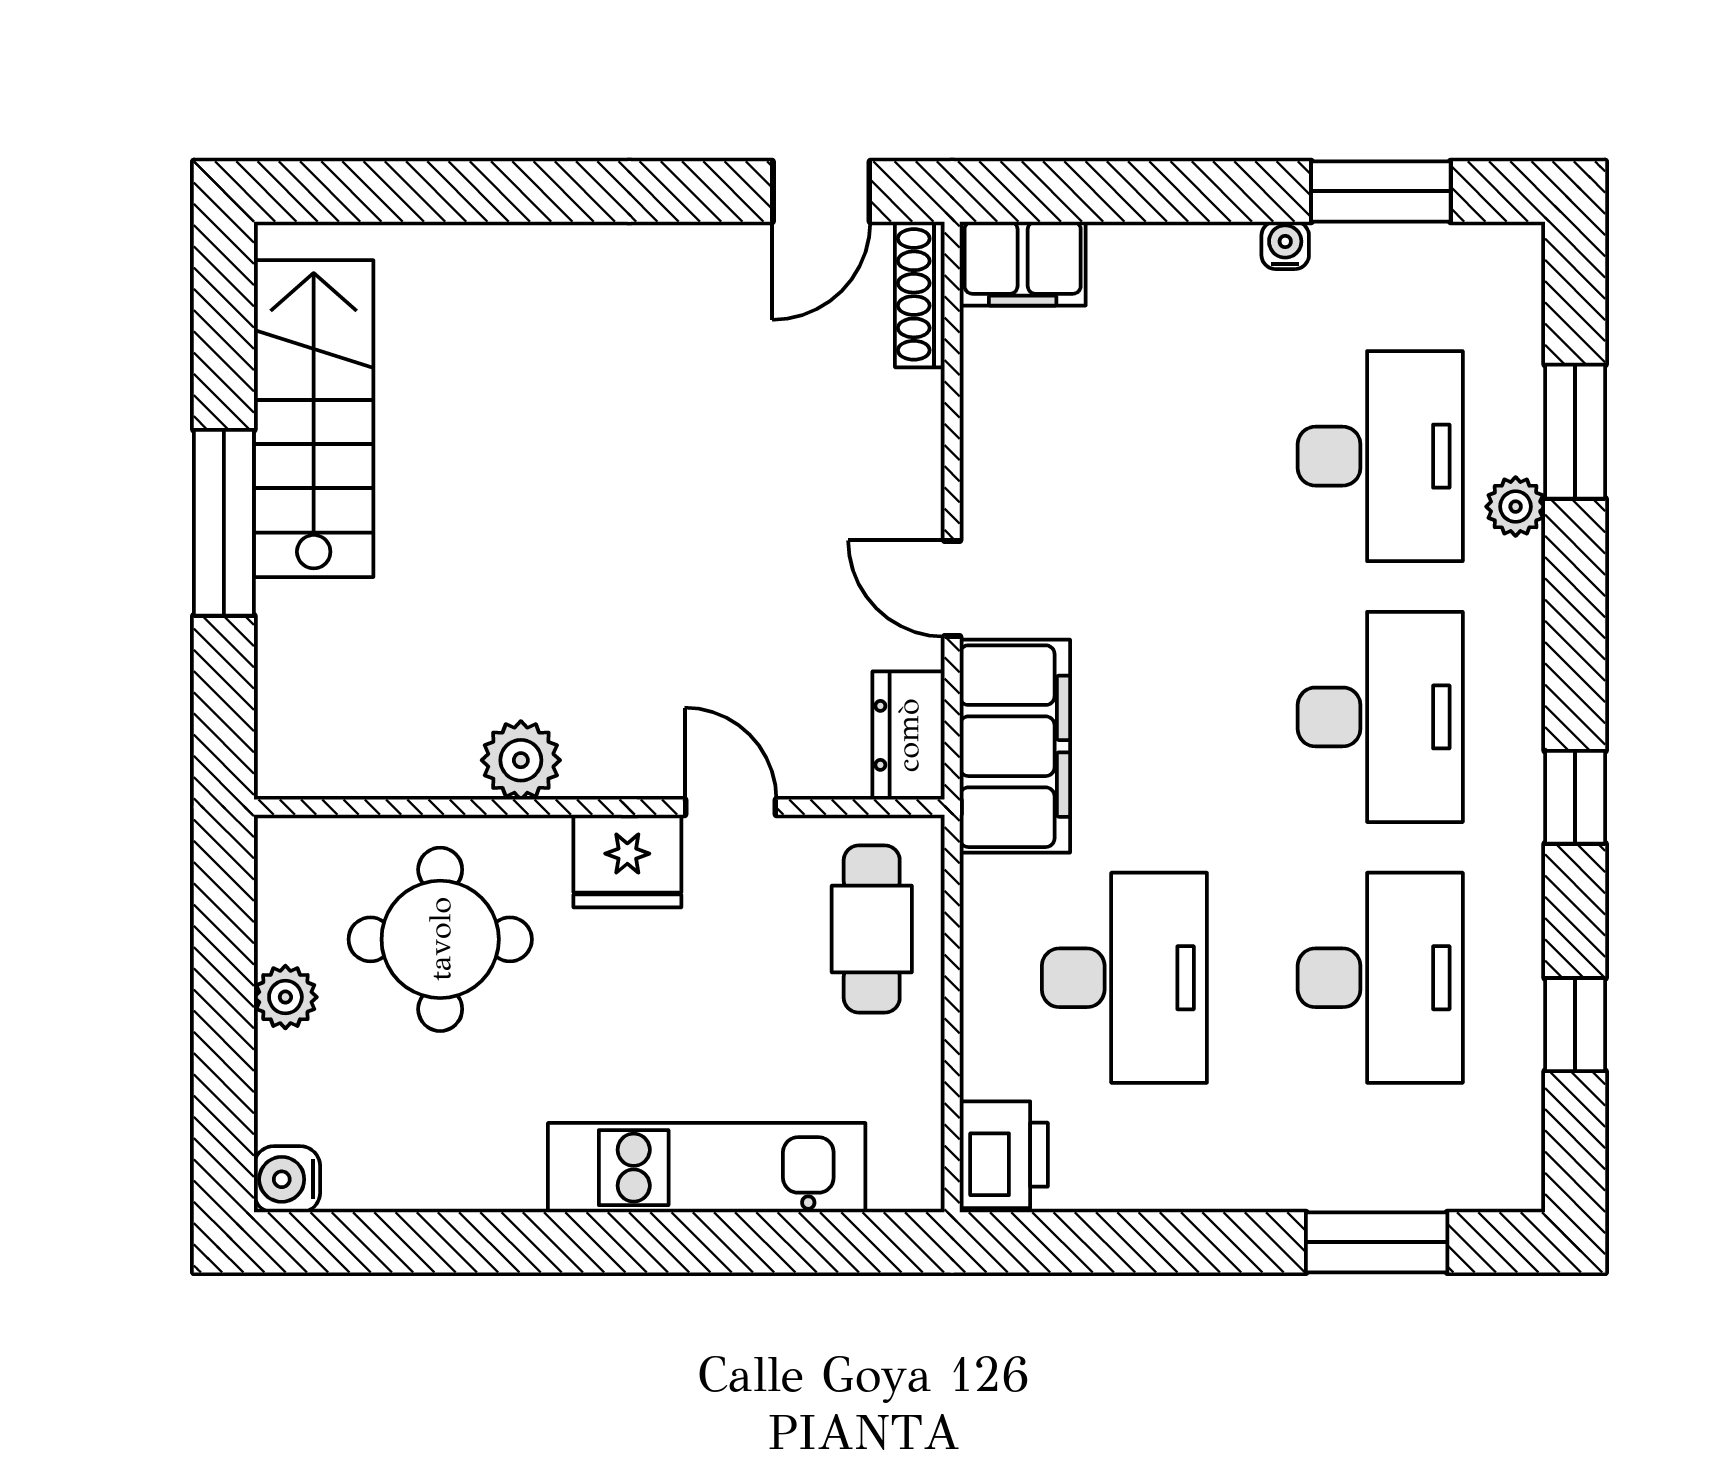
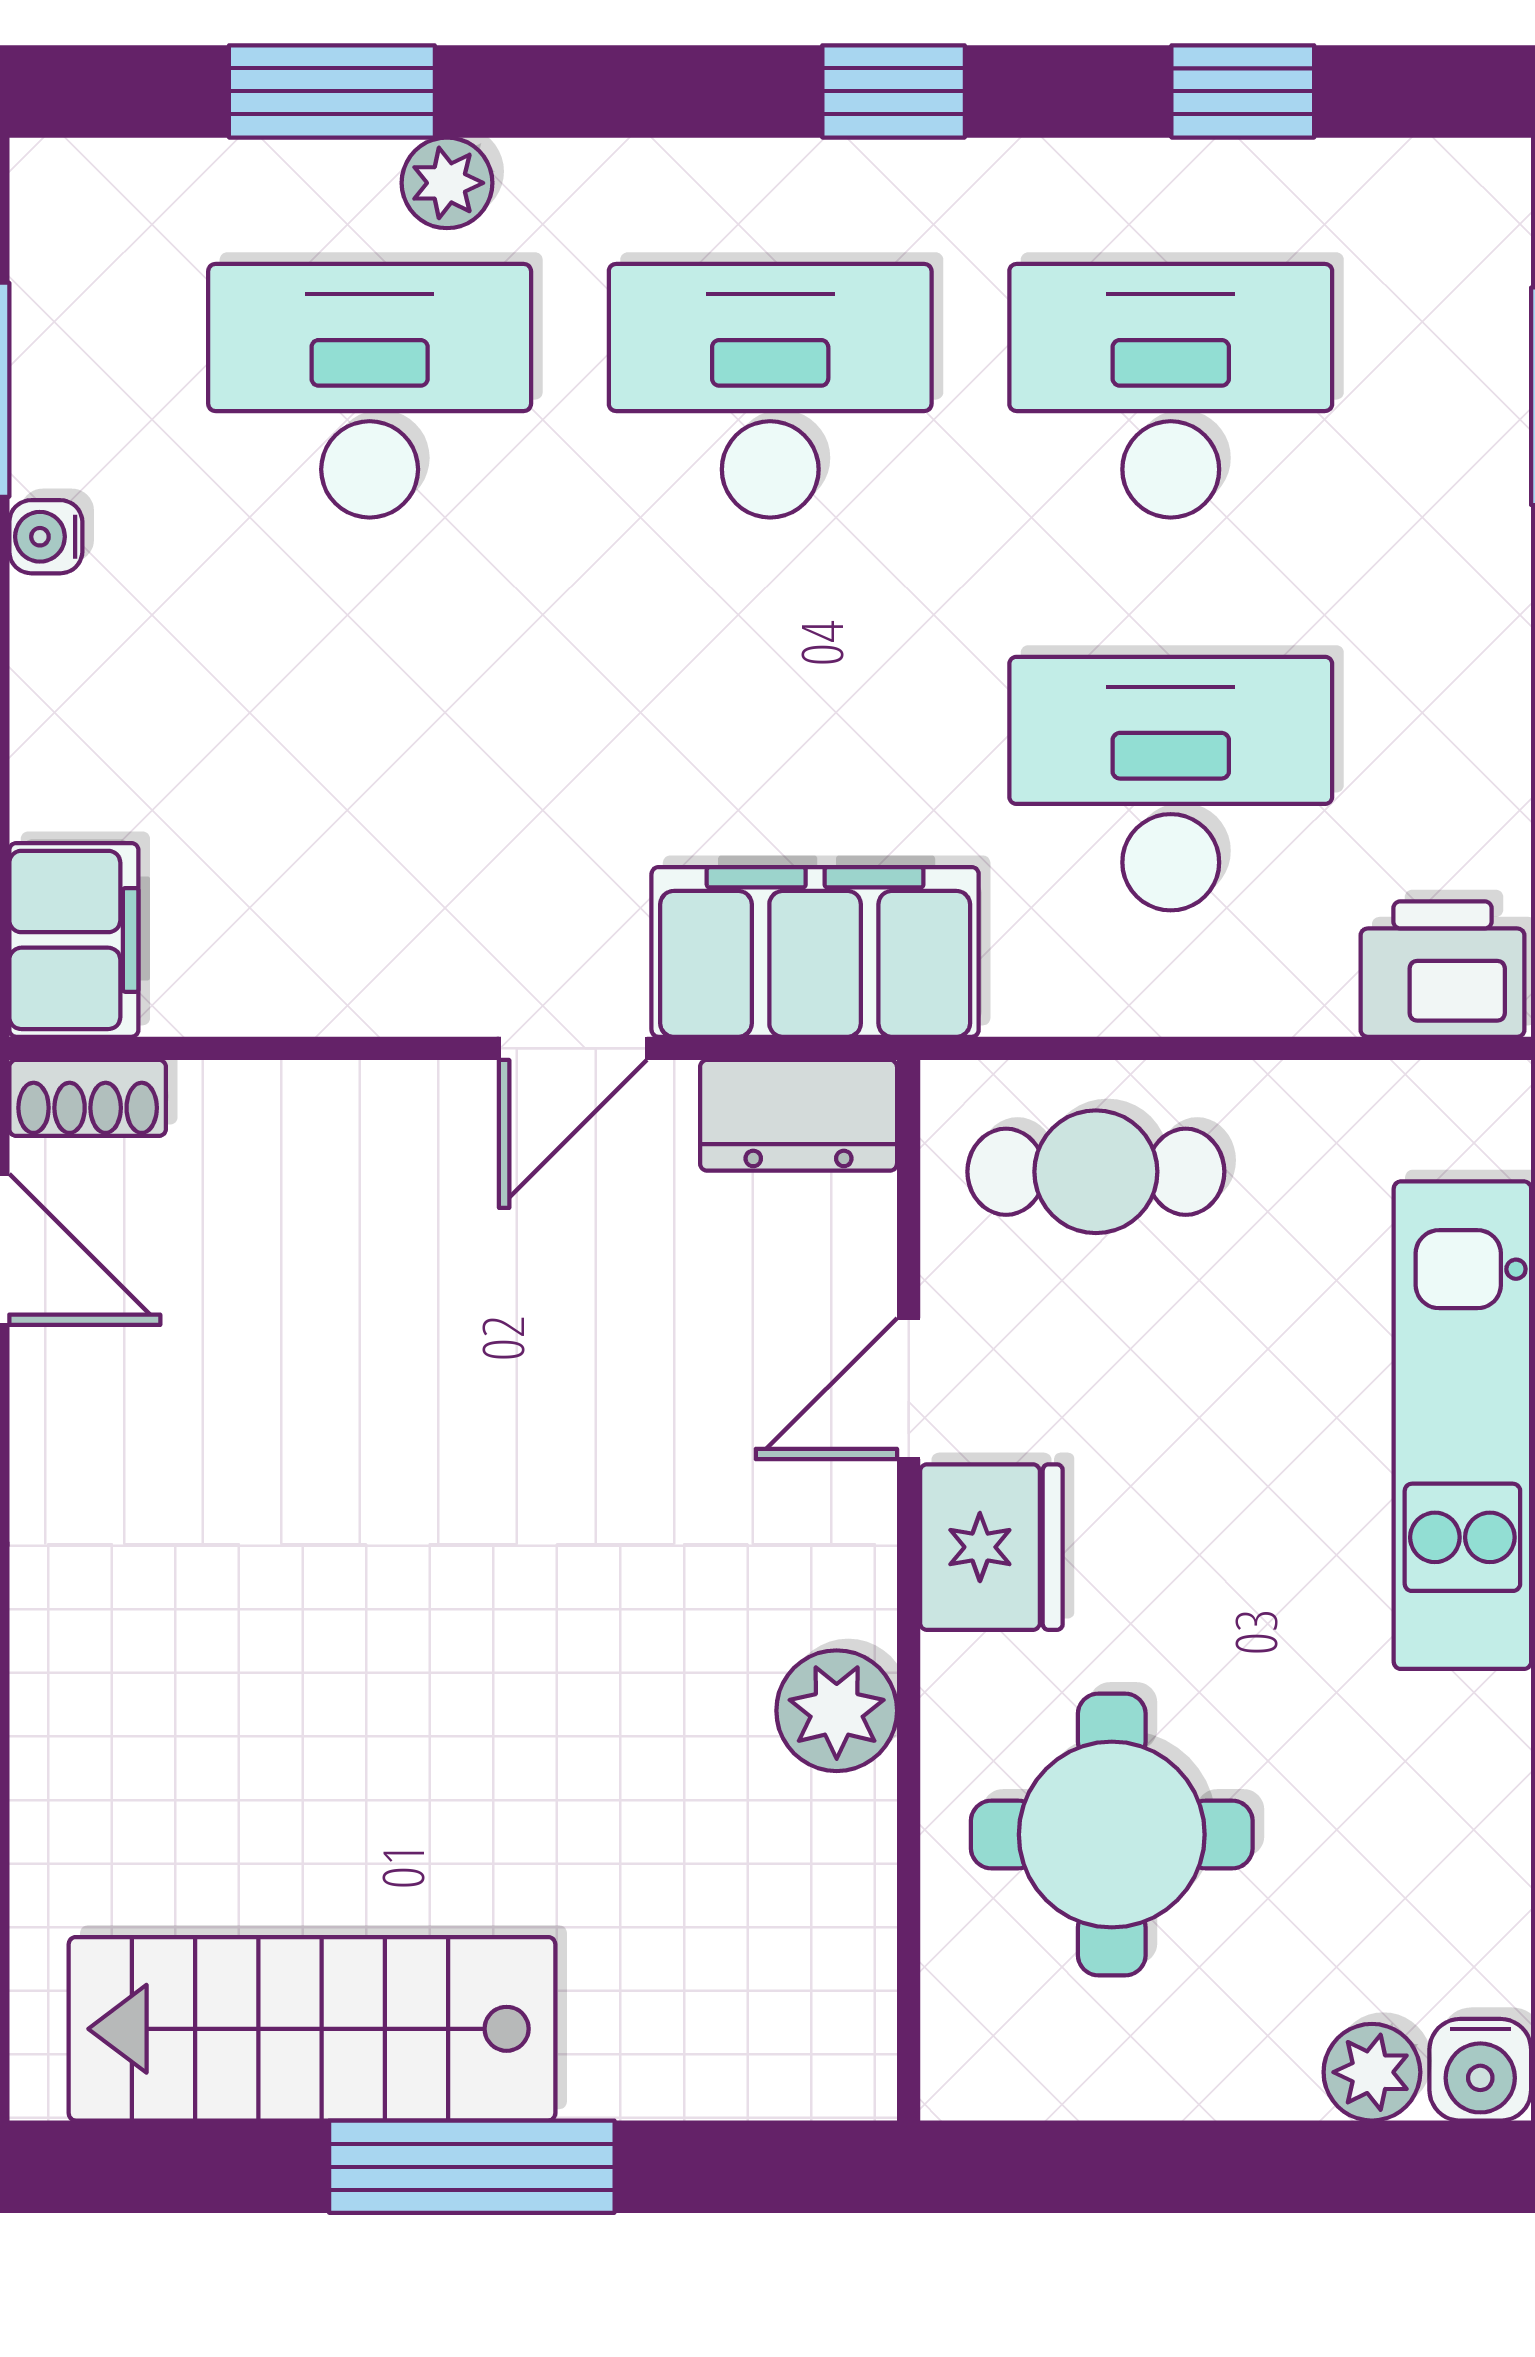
shoe rack: (920, 294) -> (88, 1098), width x0.70
plant: (285, 997) -> (1372, 2072), moved

